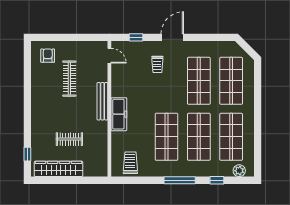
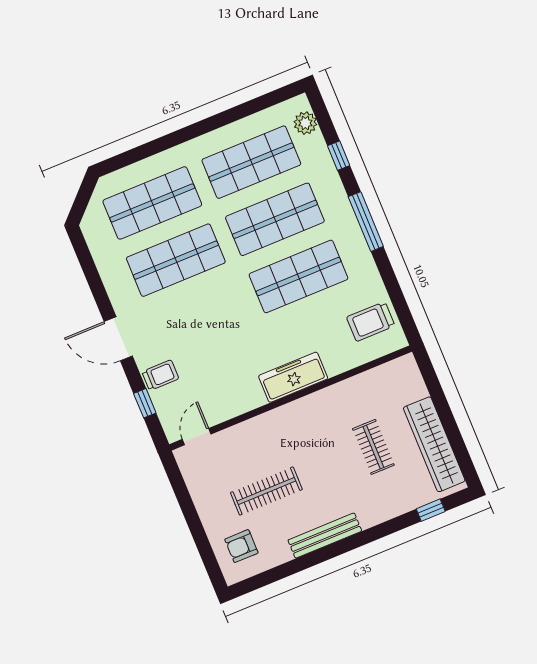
trolley: (157, 64) -> (160, 375), moved
bench: (102, 101) -> (325, 536), moved

